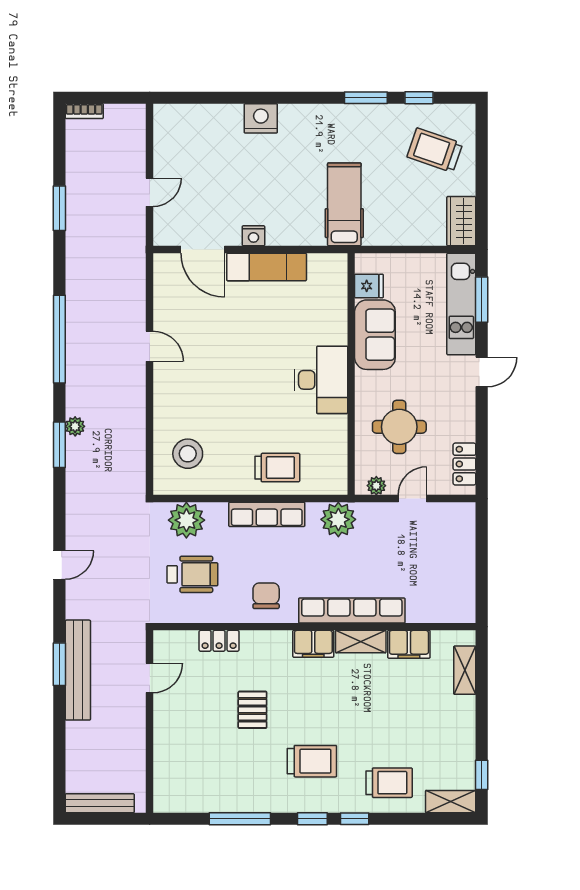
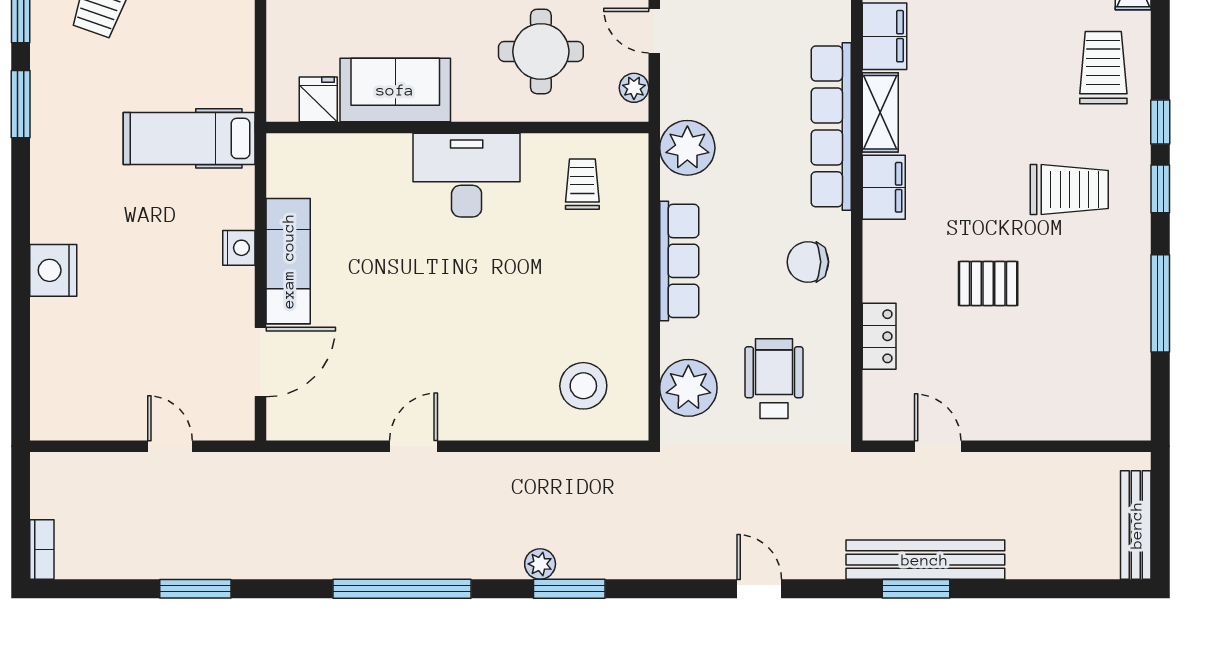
nightstand: (253, 236) -> (239, 248), moved
trolley: (277, 468) -> (582, 184), moved, width x0.73, depth x0.72
trolley: (312, 761) -> (1069, 189), turned 90

